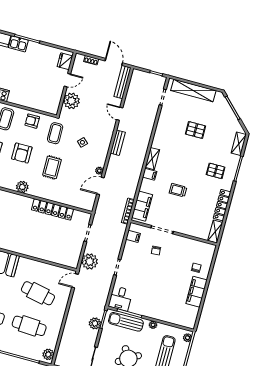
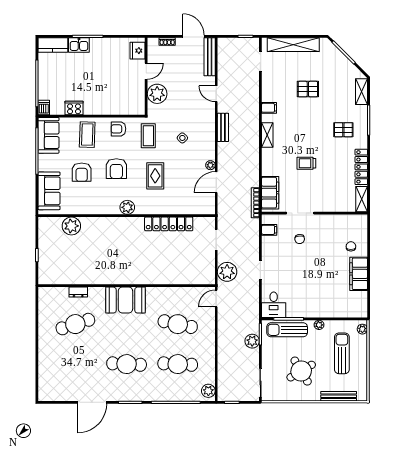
filing cabinet: (150, 174) -> (269, 108), moved

